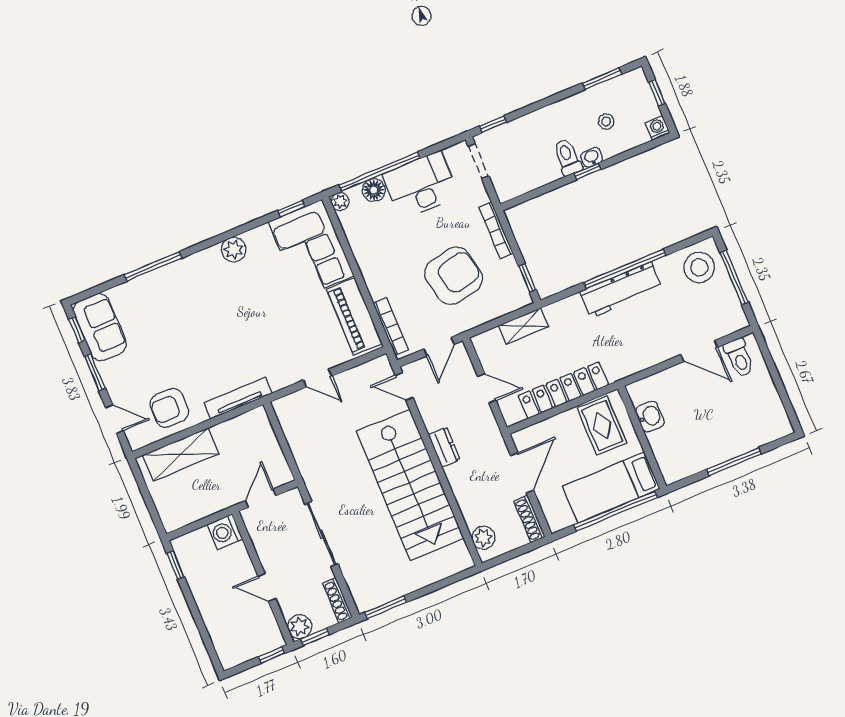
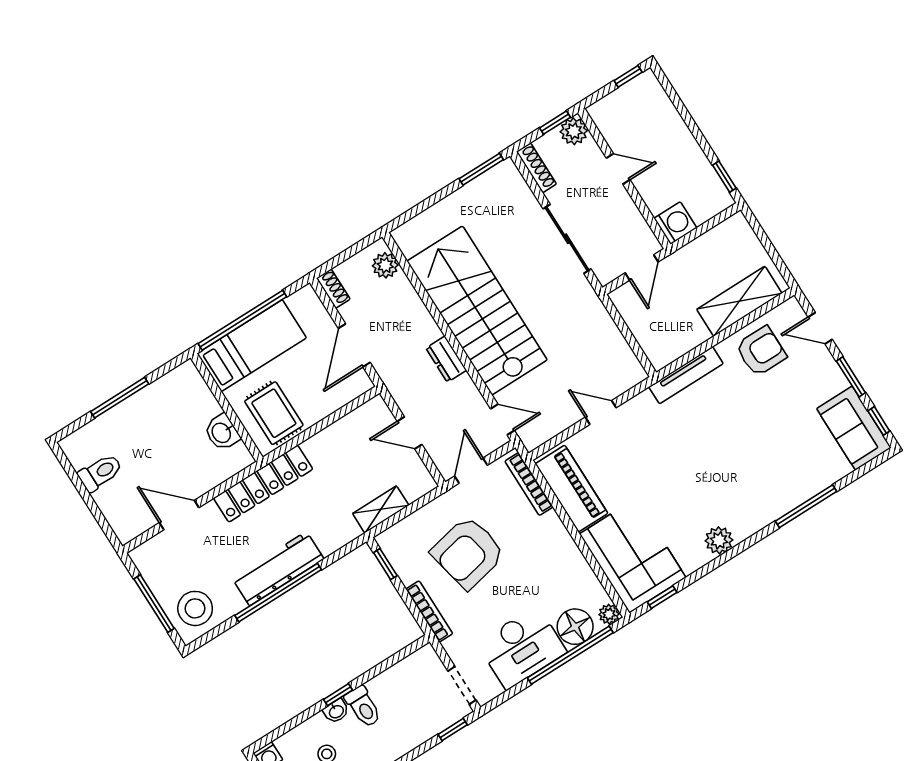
floor lamp: (374, 190) -> (575, 627), width x1.38, depth x1.38
toilet: (739, 358) -> (100, 473), moved, turned 90
locker: (563, 390) -> (263, 484), moved
shoe rack: (529, 519) -> (333, 289), width x0.70
window: (271, 655) -> (628, 76), moved

